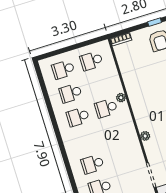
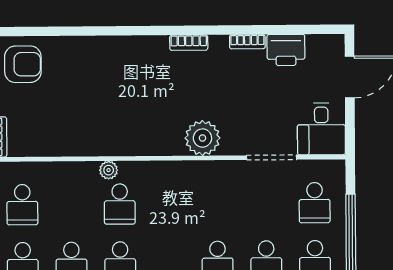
plant: (145, 136) -> (202, 138), width x1.87, depth x1.87

